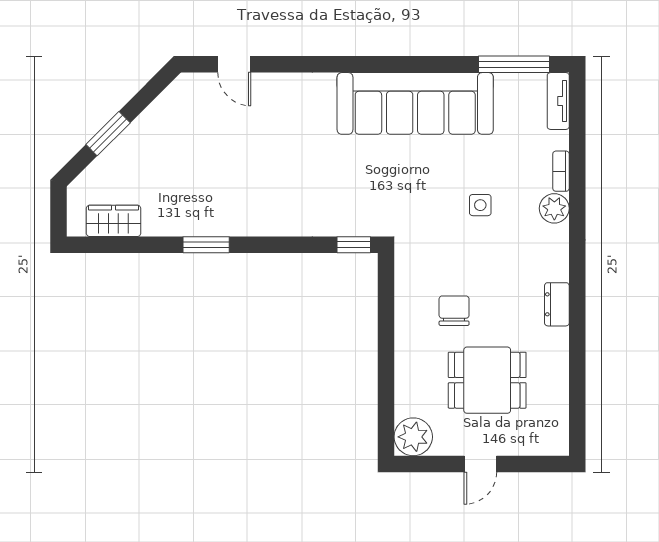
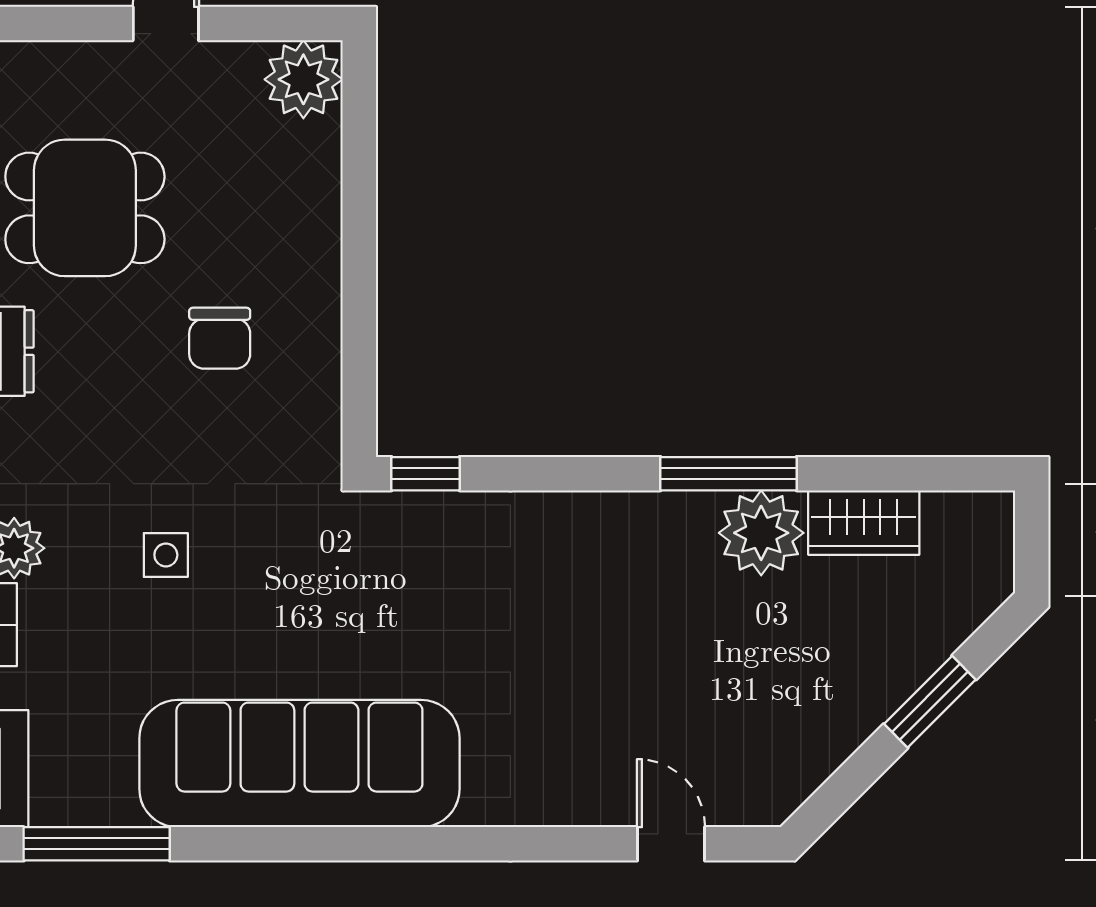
plant: (190, 216) -> (761, 533), added
wardrobe: (114, 221) -> (864, 523), moved
window: (206, 245) -> (728, 474), width x1.44
dining table: (487, 380) -> (85, 208), moved

